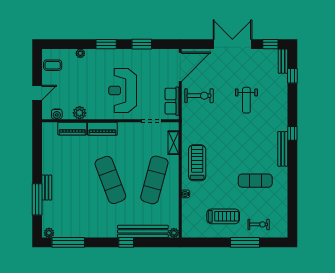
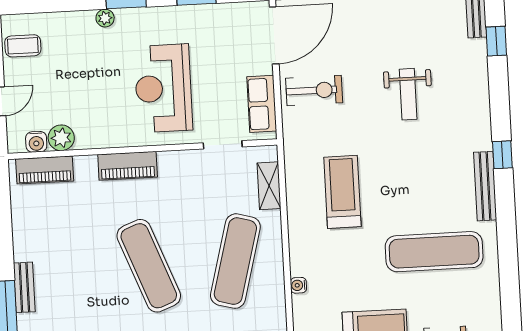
plant: (80, 53) -> (105, 18), moved
plant: (80, 113) -> (61, 138), moved
piano: (72, 129) -> (45, 170), moved
treadmill: (197, 163) -> (342, 192), moved
exercise mat: (255, 181) -> (434, 252), width x1.36, depth x1.45

